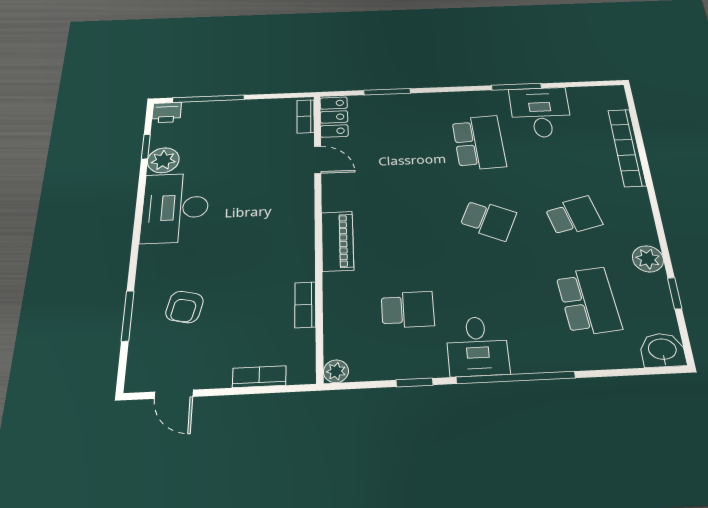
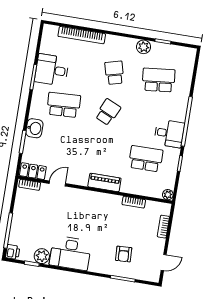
armchair: (184, 307) -> (124, 254), turned 74
school desk: (408, 310) -> (146, 159), width x1.85
washbasin: (663, 350) -> (34, 128), moved, turned 180

